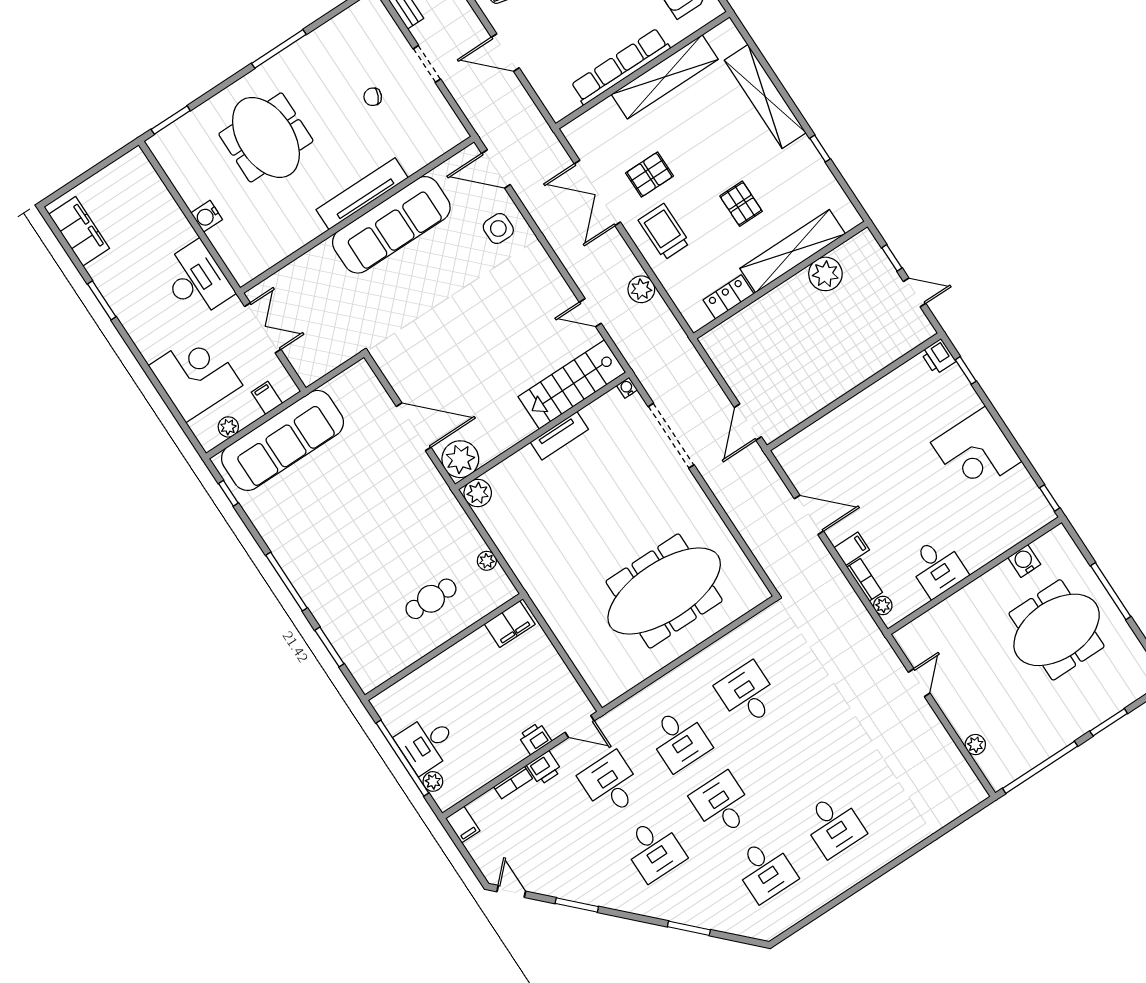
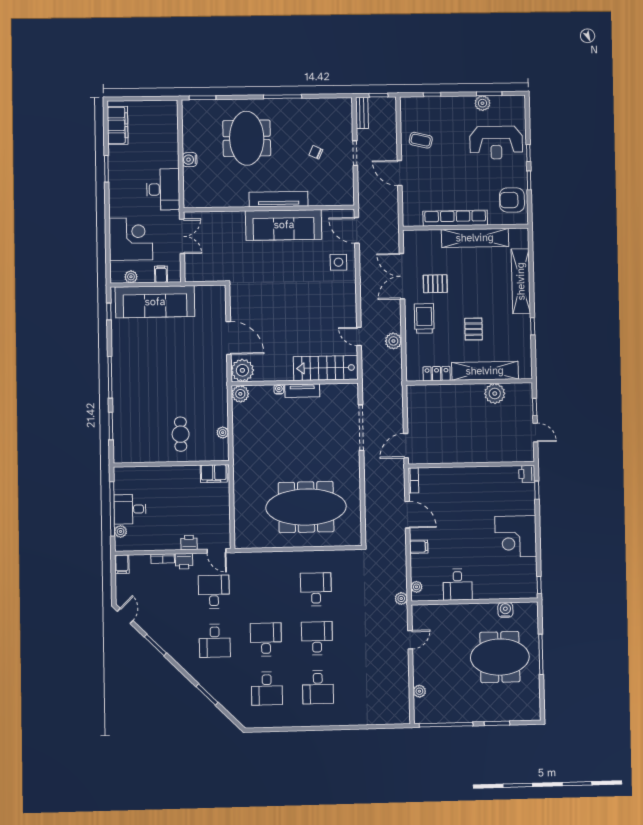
water cooler: (627, 388) -> (279, 389), moved
bookcase: (865, 580) -> (413, 480), moved
cafe table: (431, 599) -> (181, 434), turned 90
plant: (872, 634) -> (401, 598), added
desk: (679, 739) -> (317, 638), moved, turned 180

